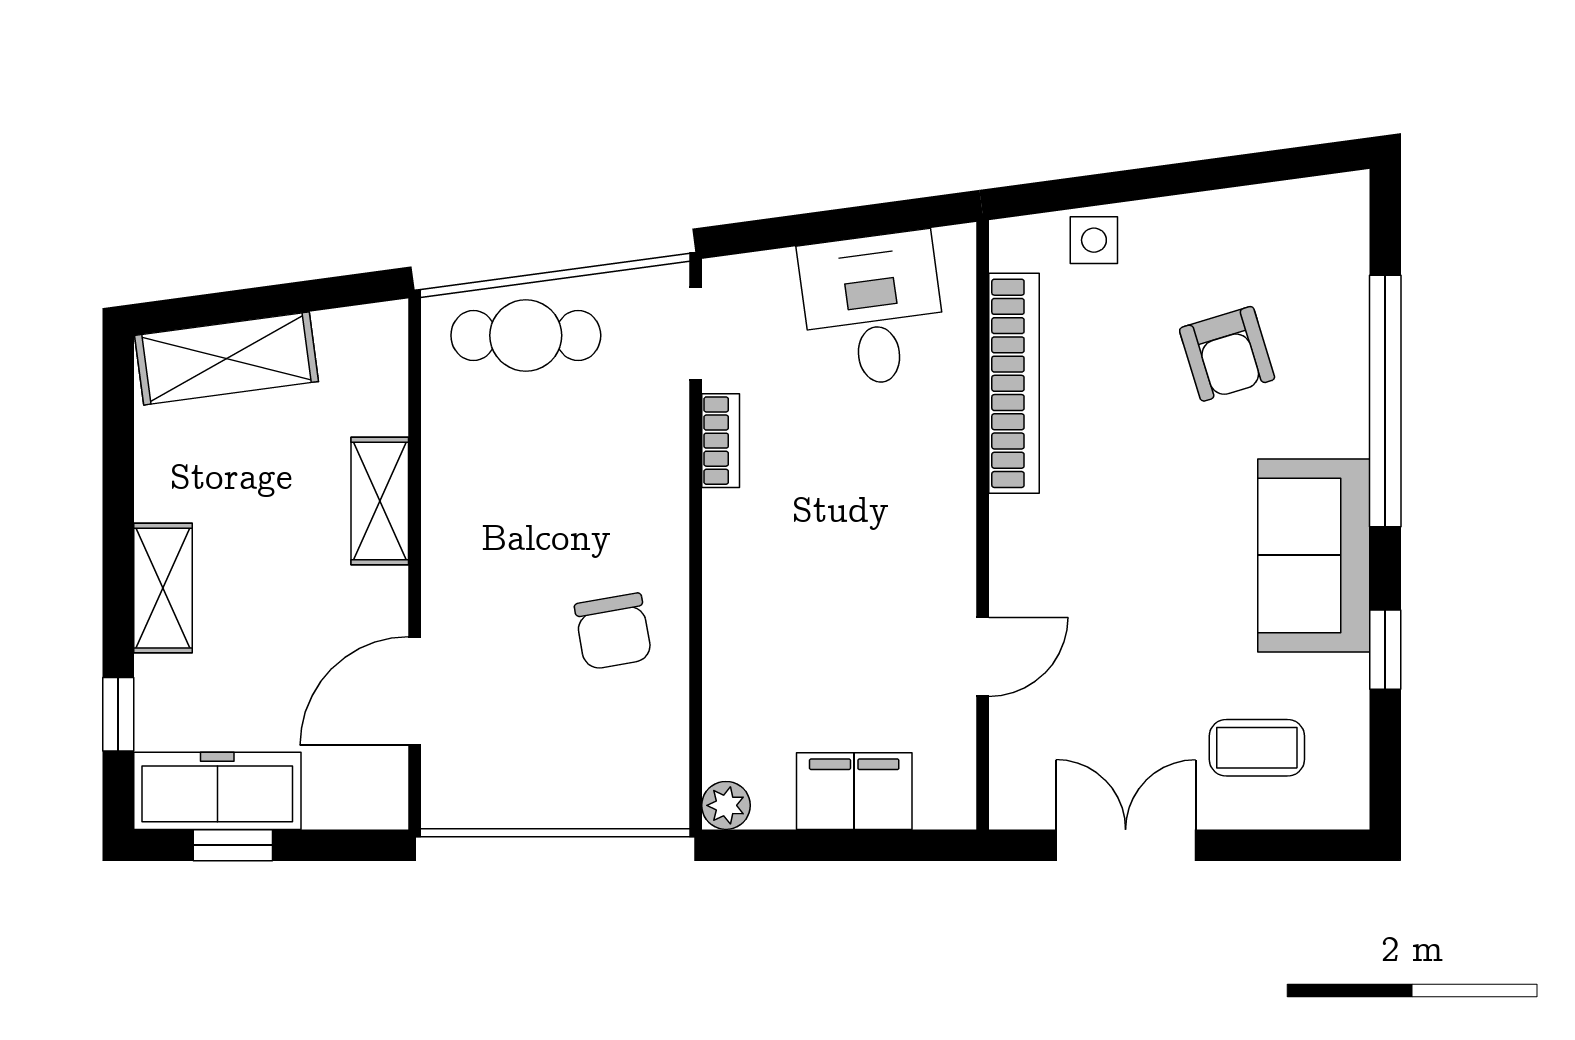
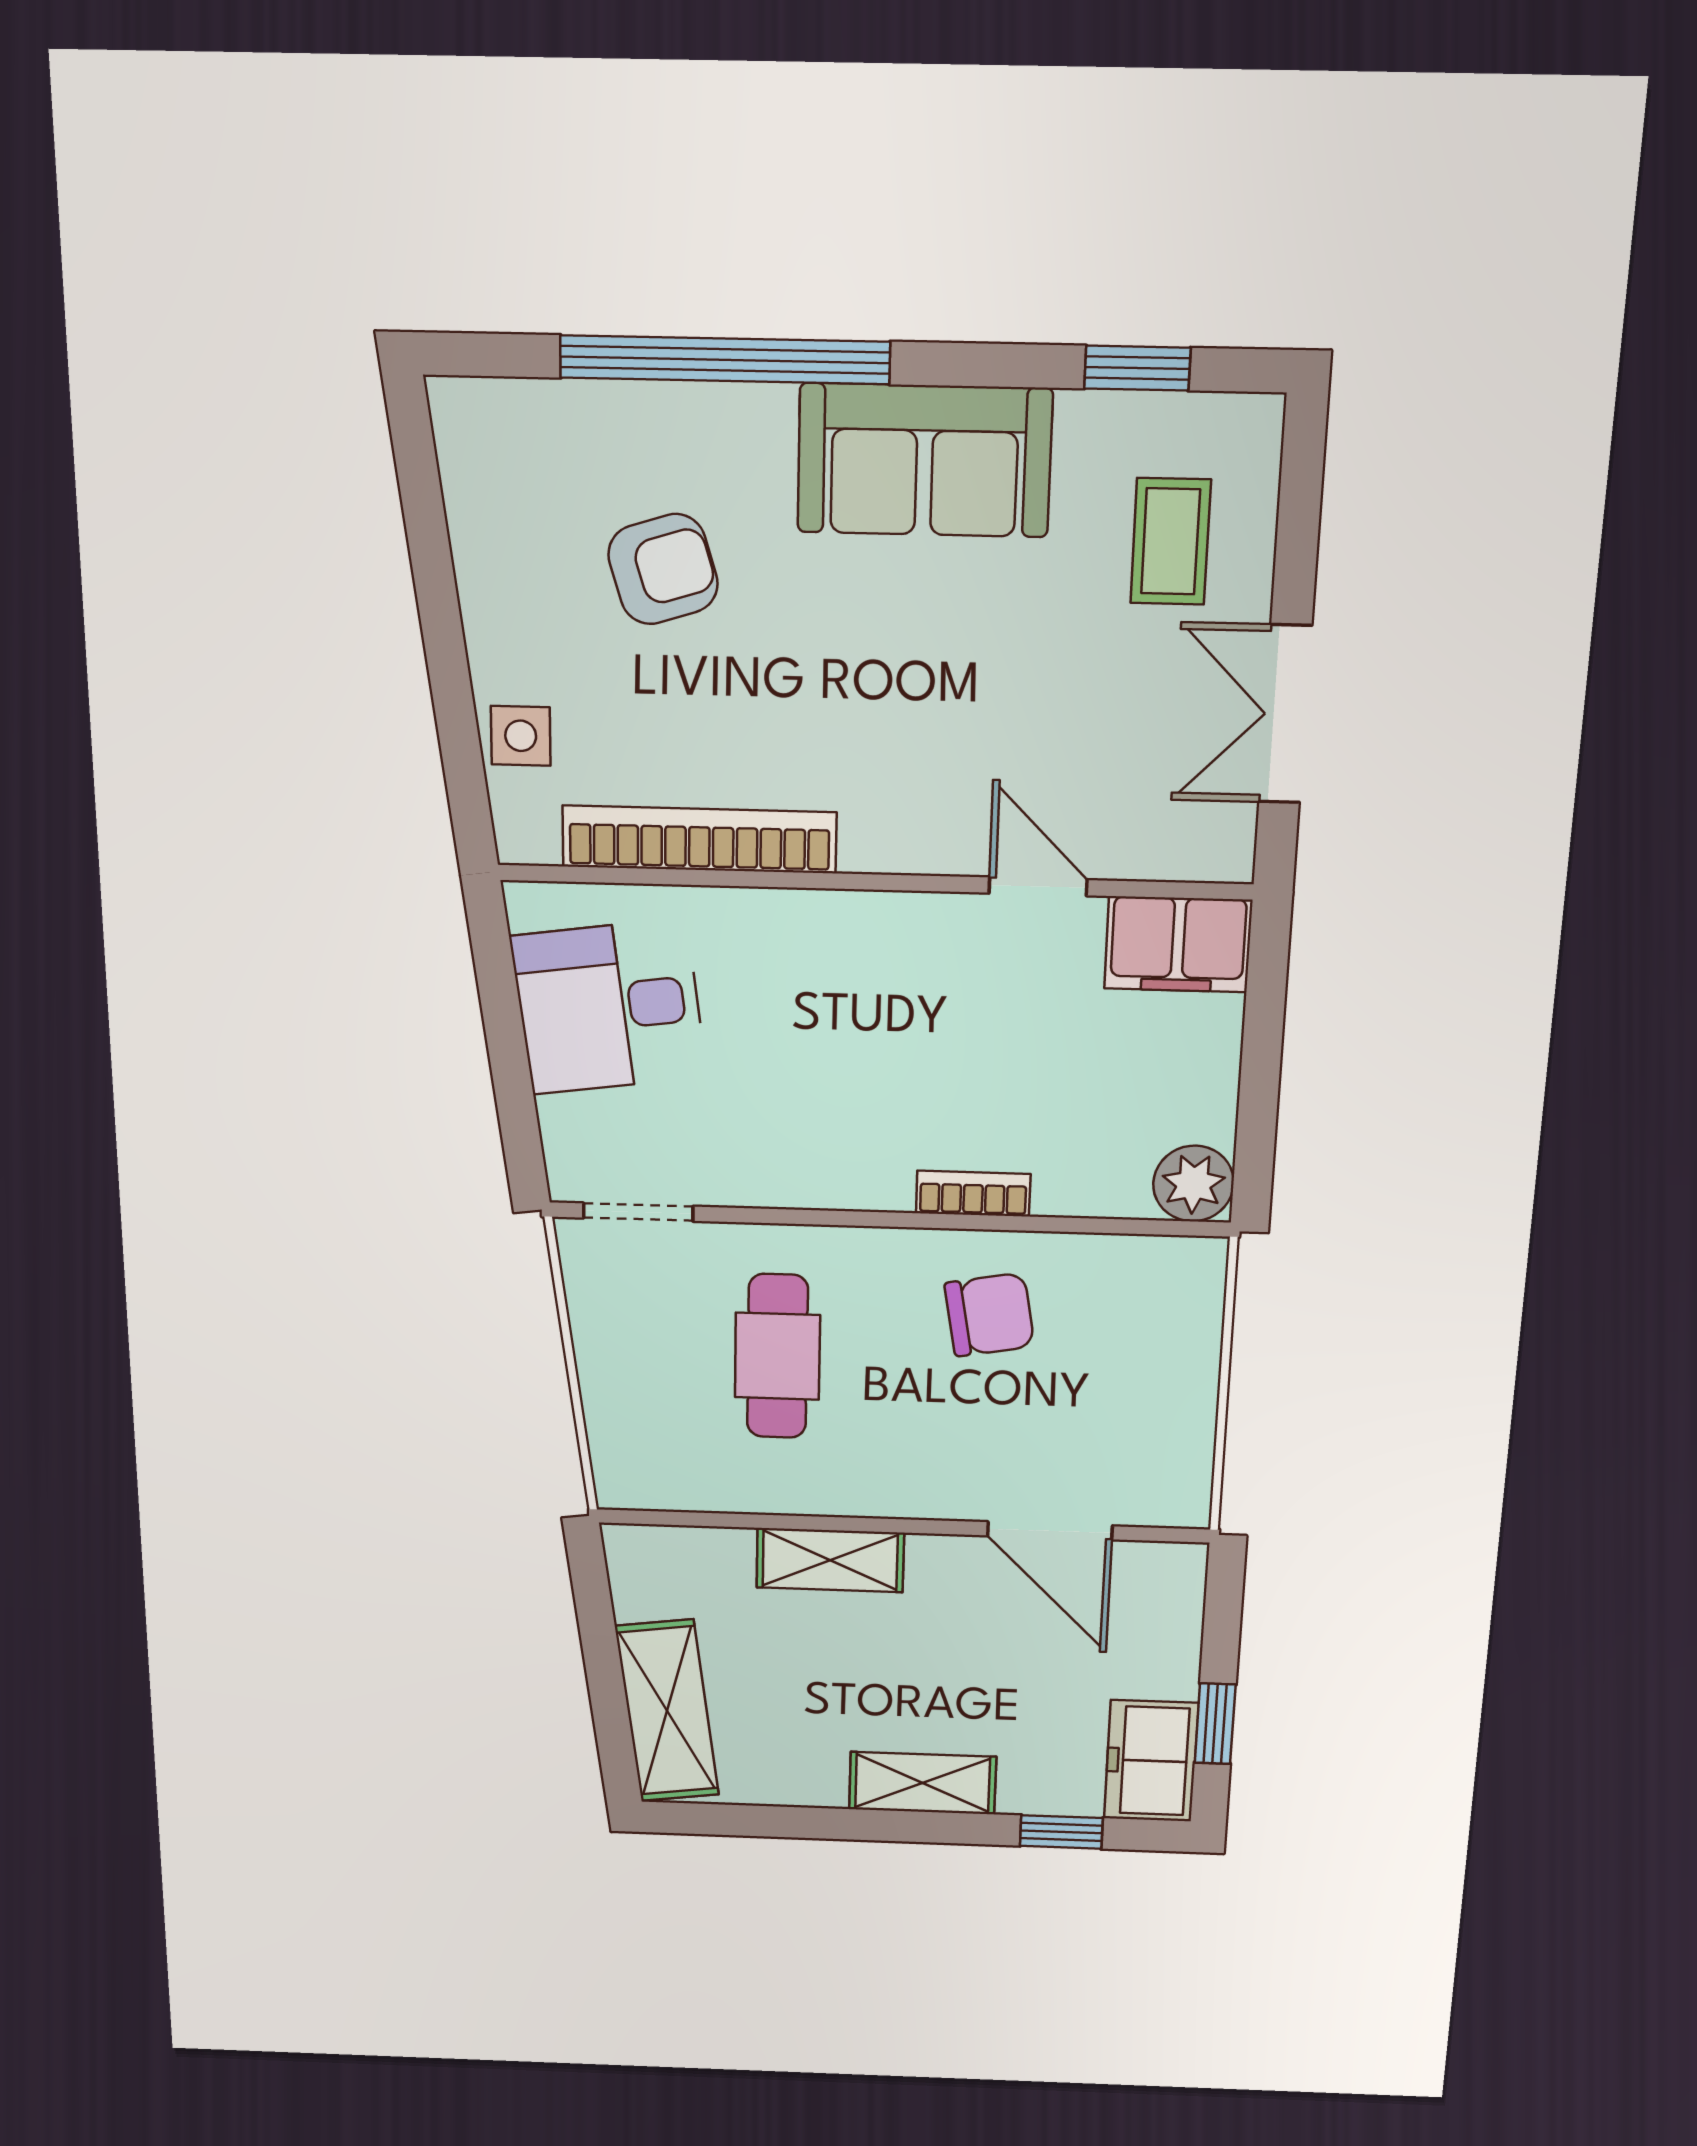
cafe table: (526, 335) -> (777, 1356), moved
bookcase: (721, 441) -> (973, 1194), moved
window: (1385, 650) -> (1137, 368), moved
freezer: (217, 791) -> (1151, 1761), width x0.71
filing cabinet: (854, 791) -> (1178, 944), moved, turned -90
plant: (726, 805) -> (1194, 1184), width x1.38, depth x1.38

